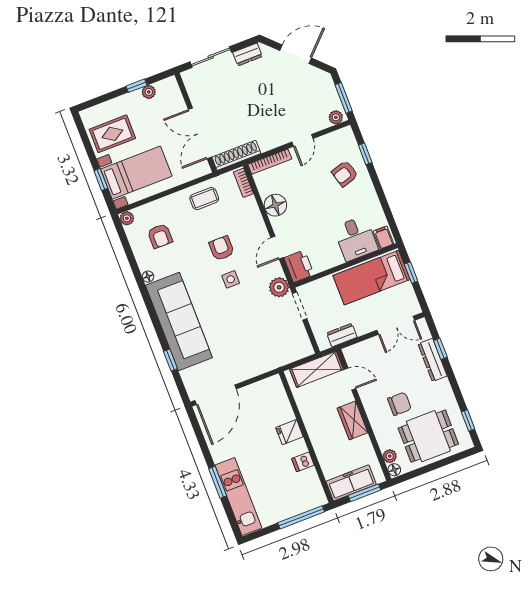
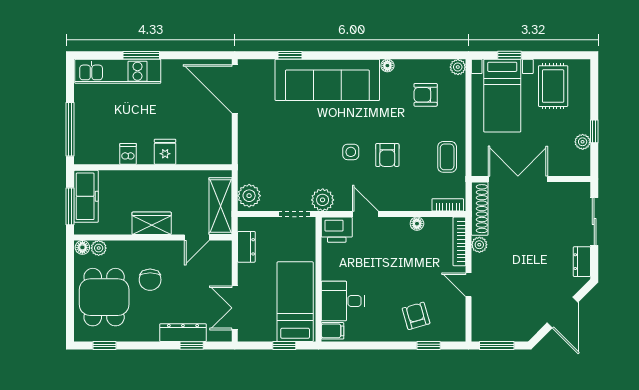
plant: (336, 117) -> (479, 245), moved
floor lamp: (275, 205) -> (417, 224), width x0.53, depth x0.53
armchair: (222, 248) -> (387, 155), turned 90
plant: (299, 349) -> (249, 196), added

